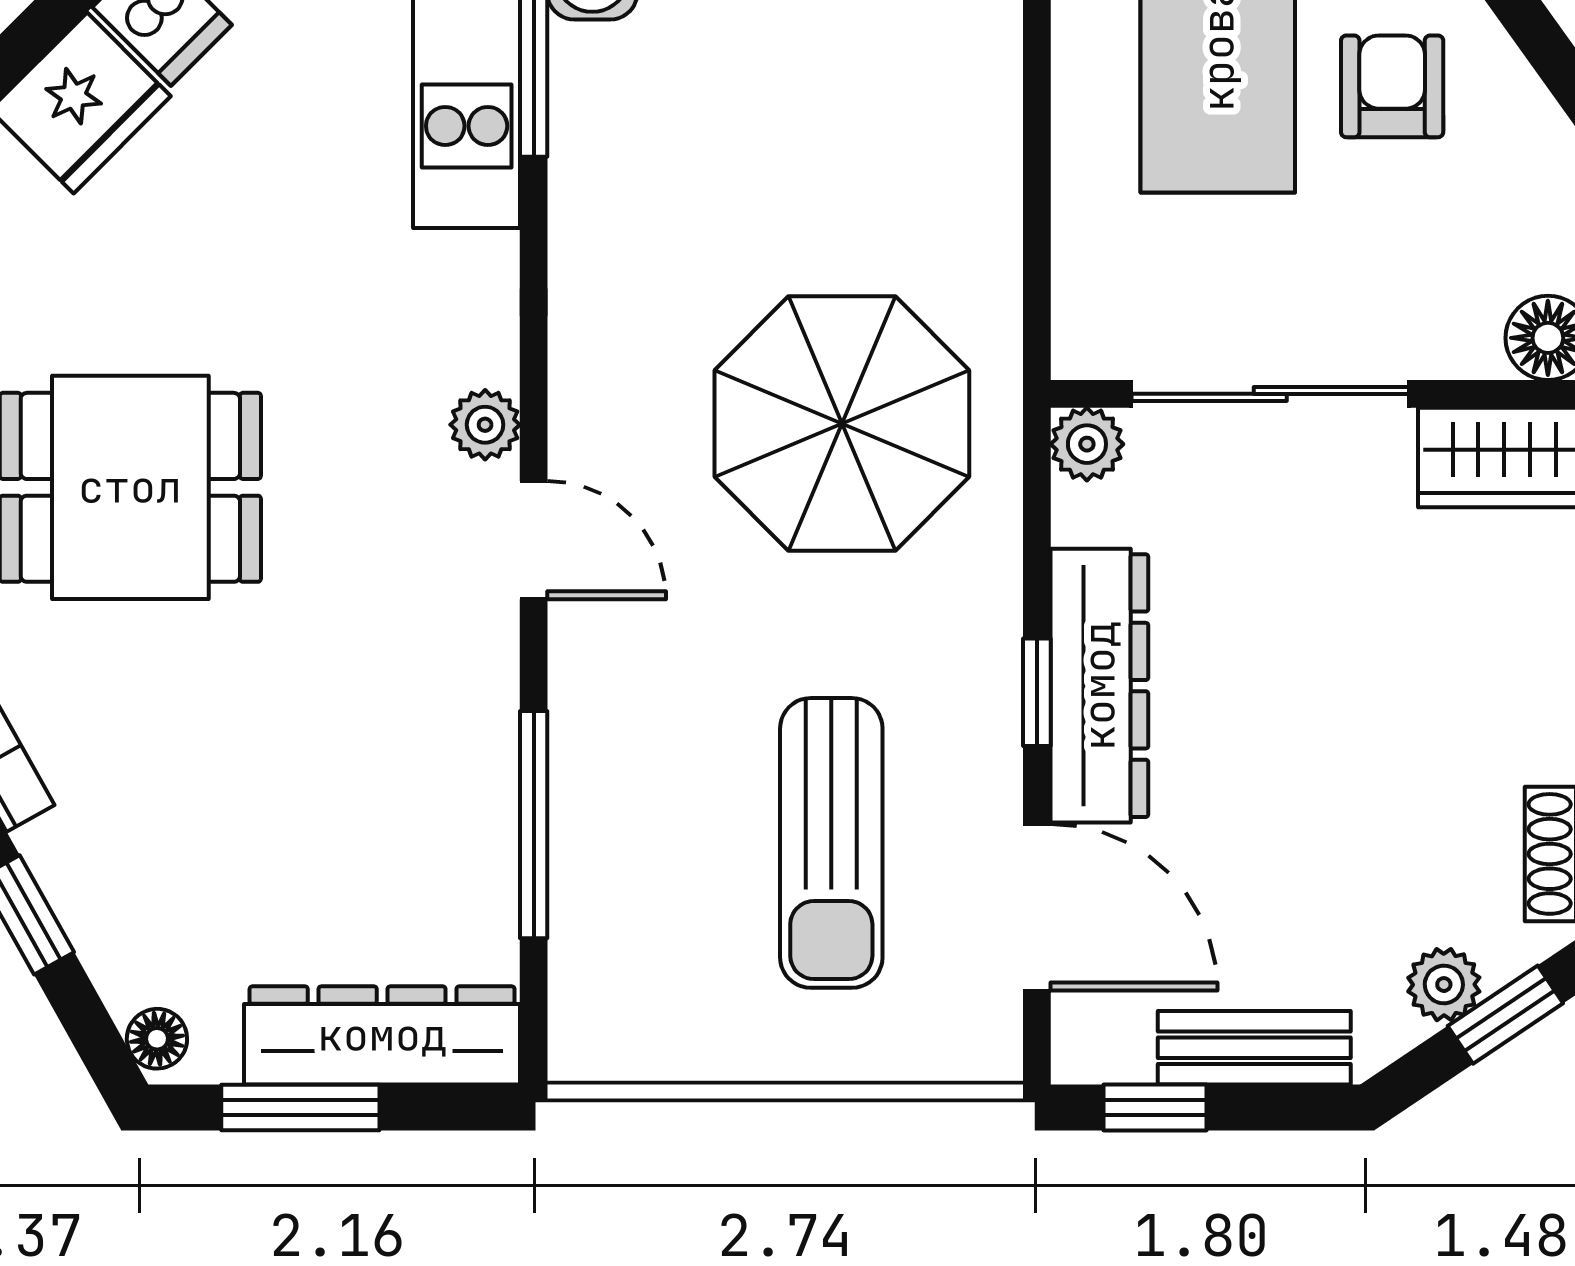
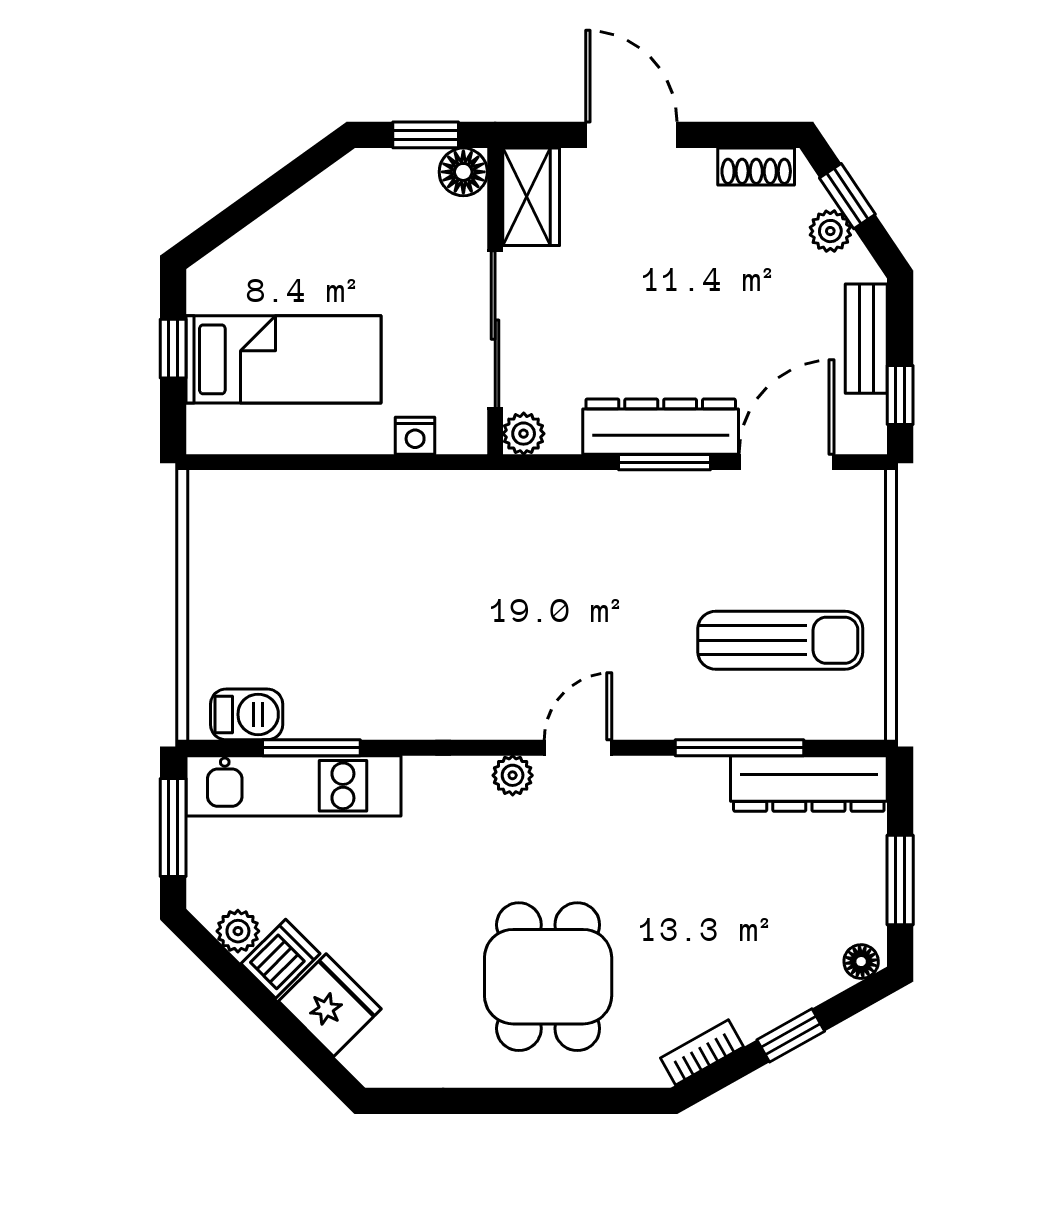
armchair: (1392, 86) -> (320, 260), removed
nightstand: (1083, 253) -> (415, 436), added
parasol: (842, 423) -> (512, 573), removed
window: (1037, 692) -> (664, 462), width x1.50
sun lounger: (831, 843) -> (780, 640), moved
dresser: (382, 1035) -> (809, 783), moved, turned -90

